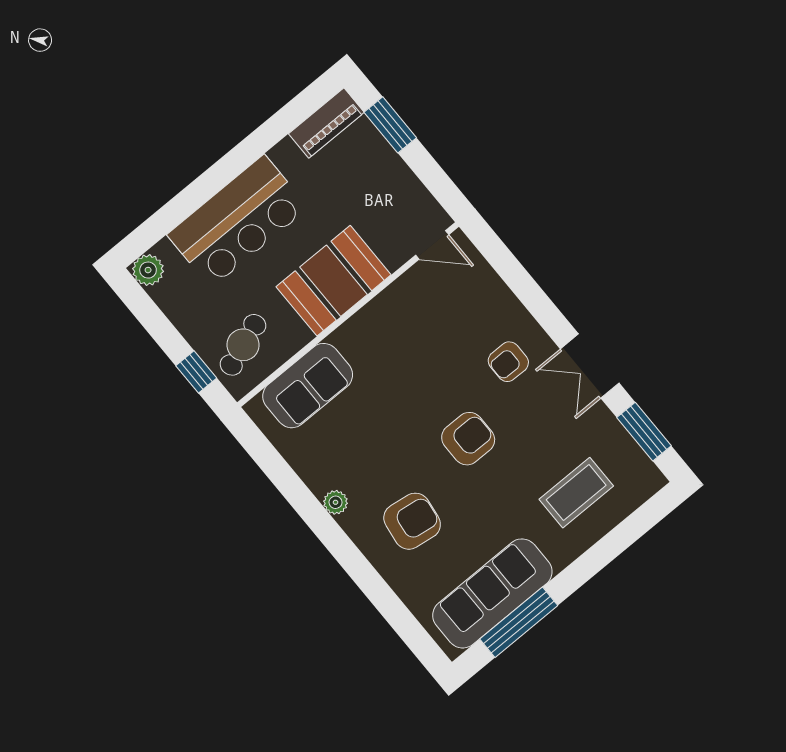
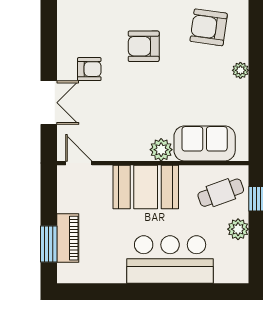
piano: (326, 123) -> (68, 238), moved, turned 90
plant: (148, 270) -> (238, 229), moved
plant: (351, 338) -> (161, 150), added
double door: (590, 366) -> (49, 103), moved

